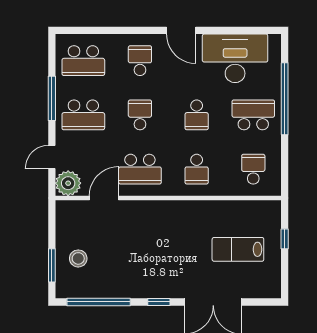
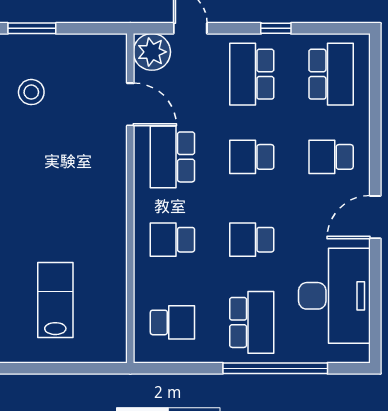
school desk: (83, 61) -> (331, 74), turned 180
school desk: (140, 61) -> (331, 157), turned 180
window: (52, 98) -> (276, 28), width x0.46
school desk: (140, 115) -> (252, 157), turned 180
window: (285, 239) -> (71, 368), removed
stool: (78, 258) -> (31, 92), moved

